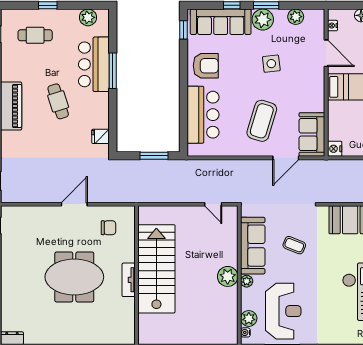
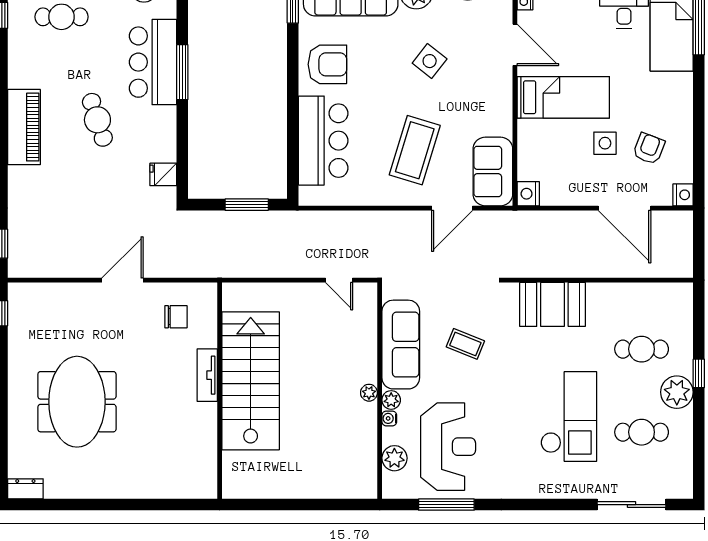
side table: (271, 64) -> (430, 61), turned 45
plant: (228, 276) -> (369, 393), width x0.53, depth x0.53
meeting table: (74, 277) -> (77, 402), moved, turned 90
tv unit: (129, 280) -> (207, 375), moved
water cooler: (245, 332) -> (389, 418), moved

